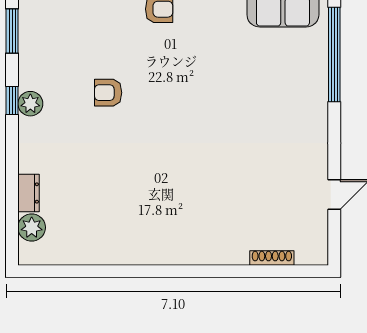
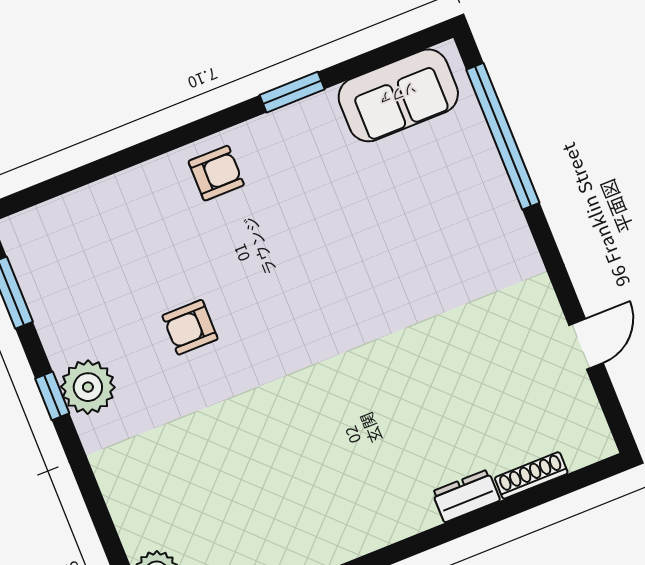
plant: (30, 104) -> (88, 387), width x1.36, depth x1.36
dresser: (29, 193) -> (466, 496), moved, turned -90

